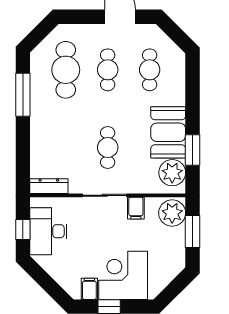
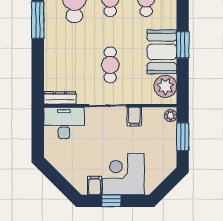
window: (193, 150) -> (183, 45), moved
plant: (172, 213) -> (171, 116), width x0.53, depth x0.53
window: (23, 230) -> (38, 135), removed
desk: (48, 231) -> (64, 123), moved, turned 90

